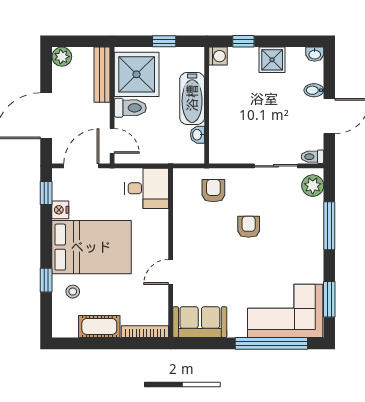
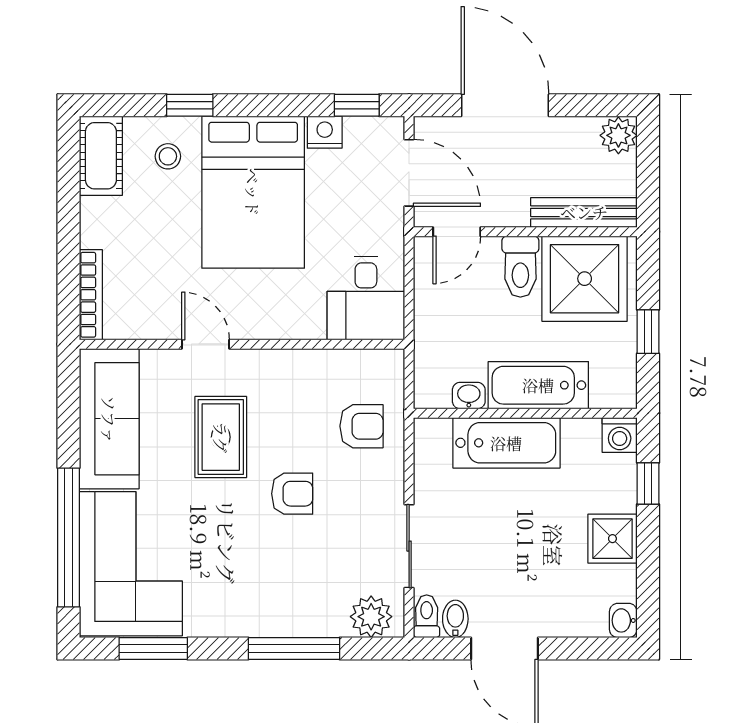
bidet: (314, 90) -> (455, 619), moved
bathtub: (222, 115) -> (506, 443), added
rug: (219, 264) -> (221, 437), added
sofa: (200, 322) -> (109, 419), width x1.36
cot: (99, 326) -> (101, 156), moved

